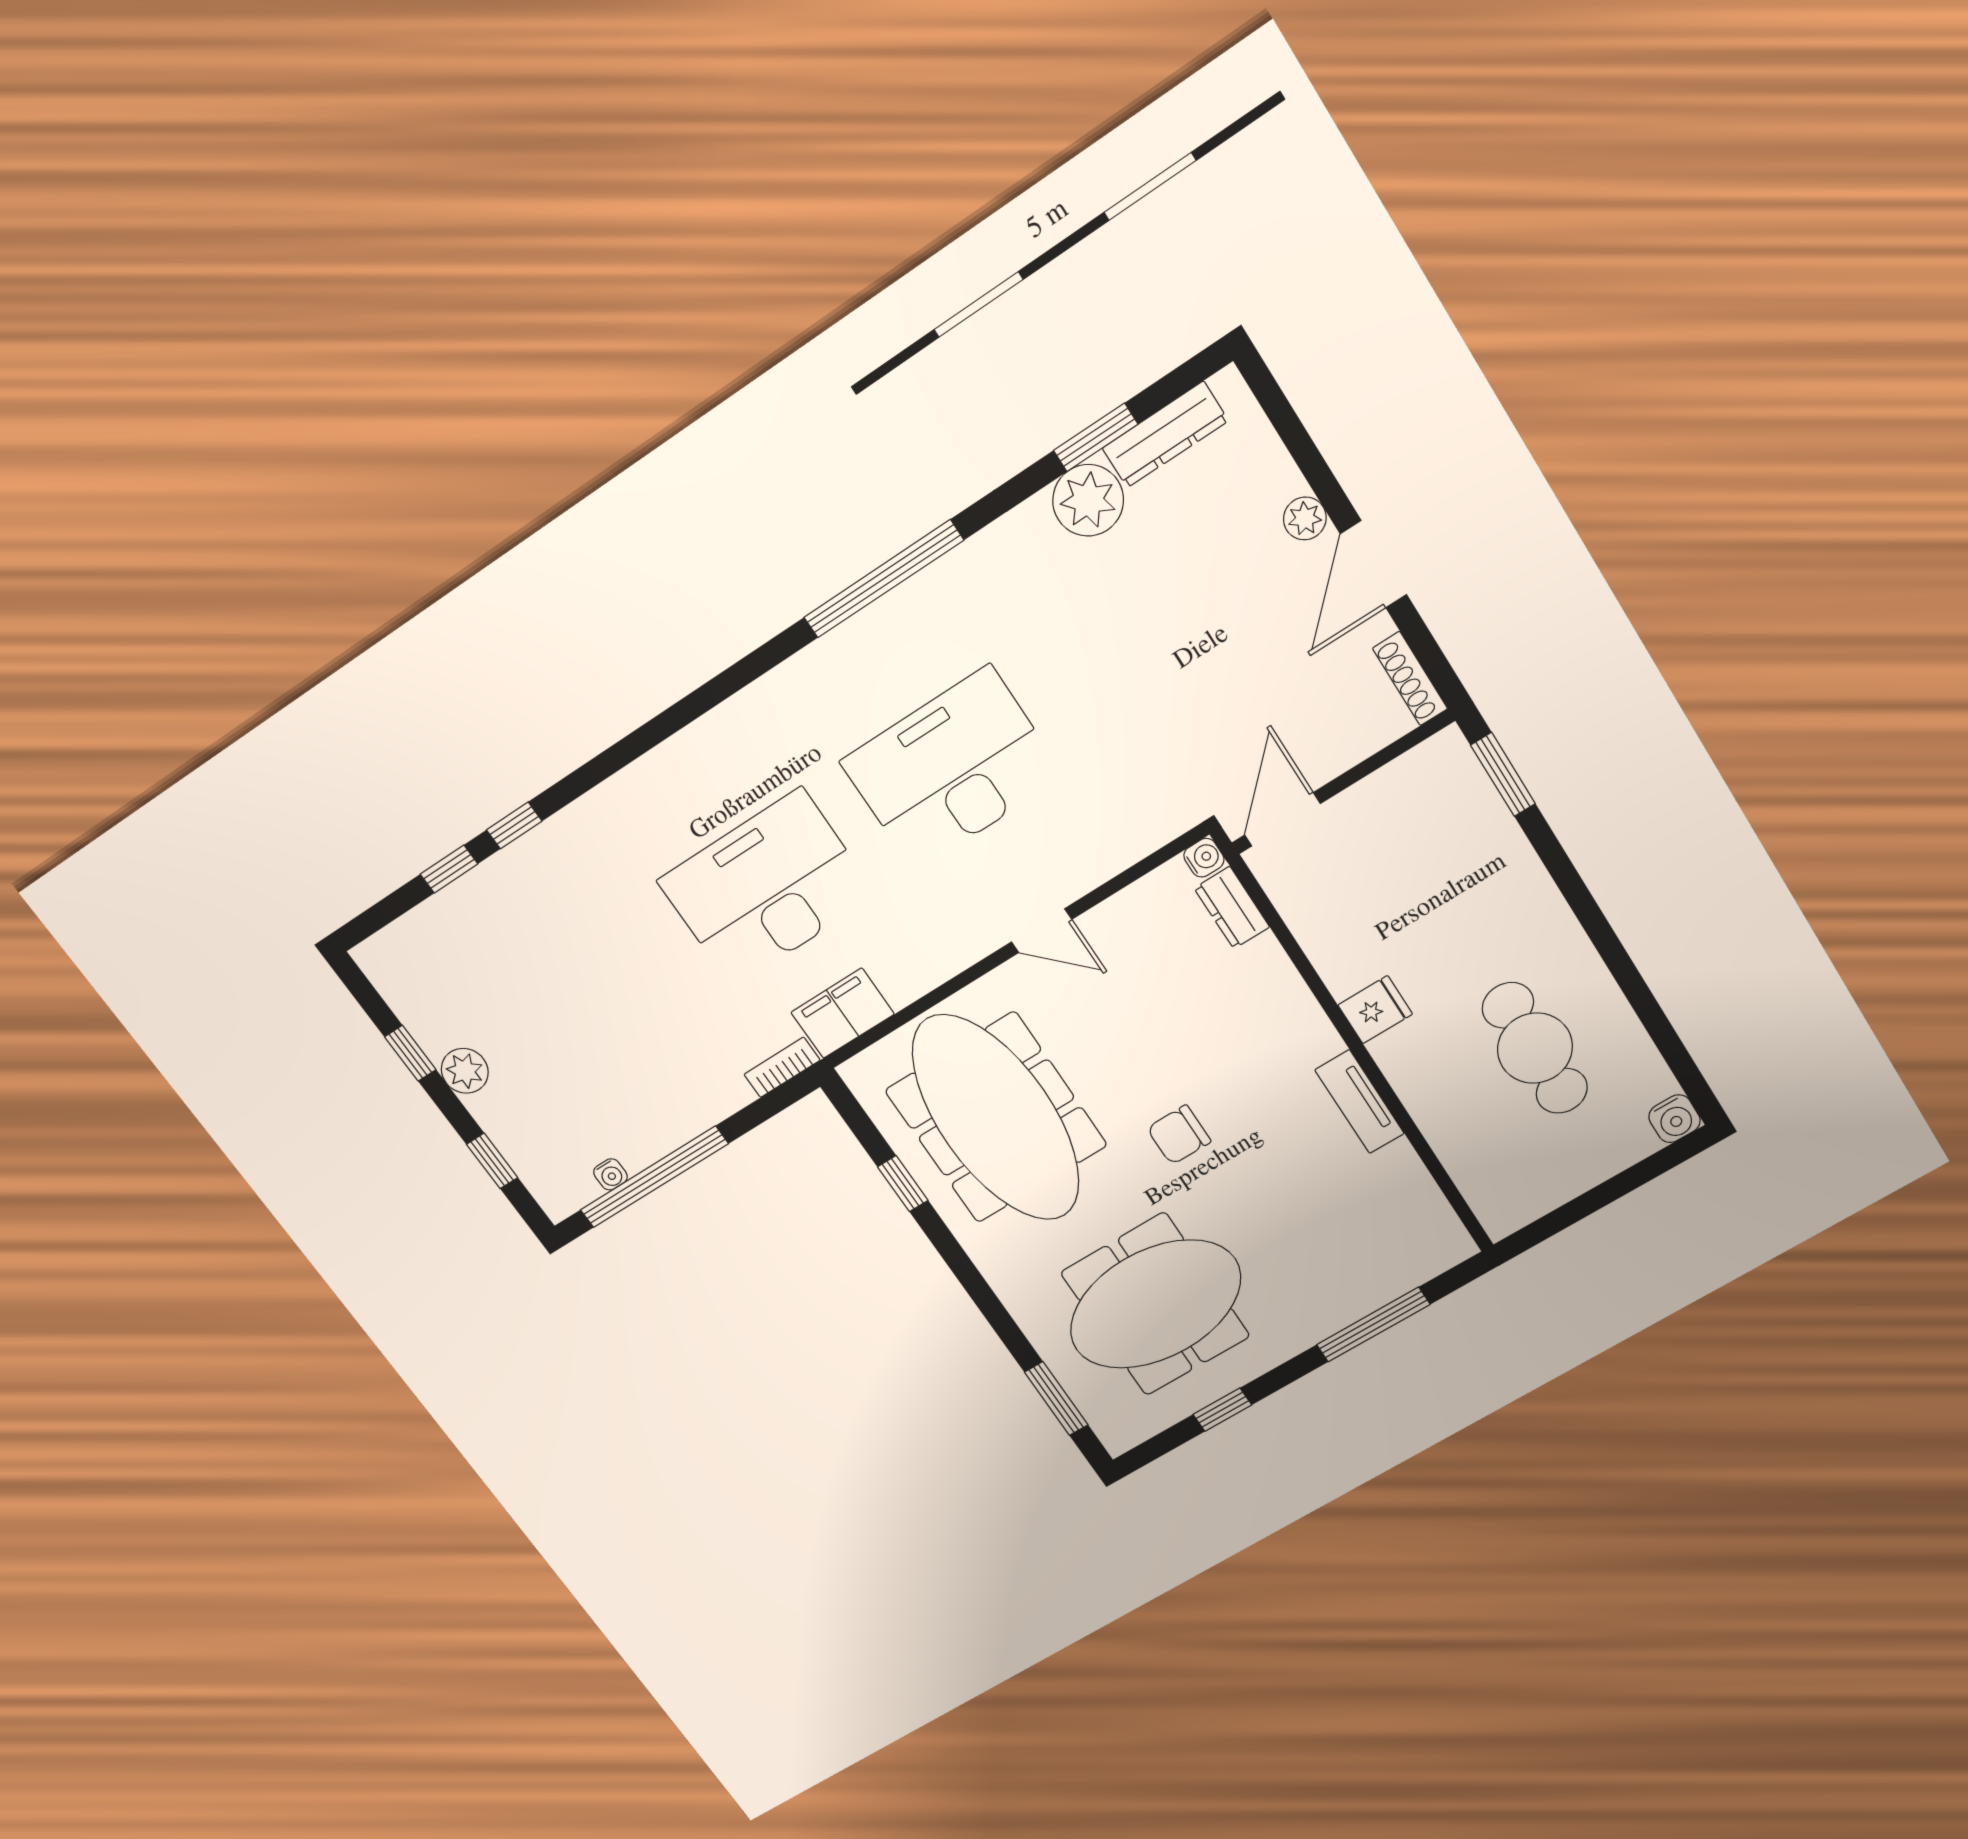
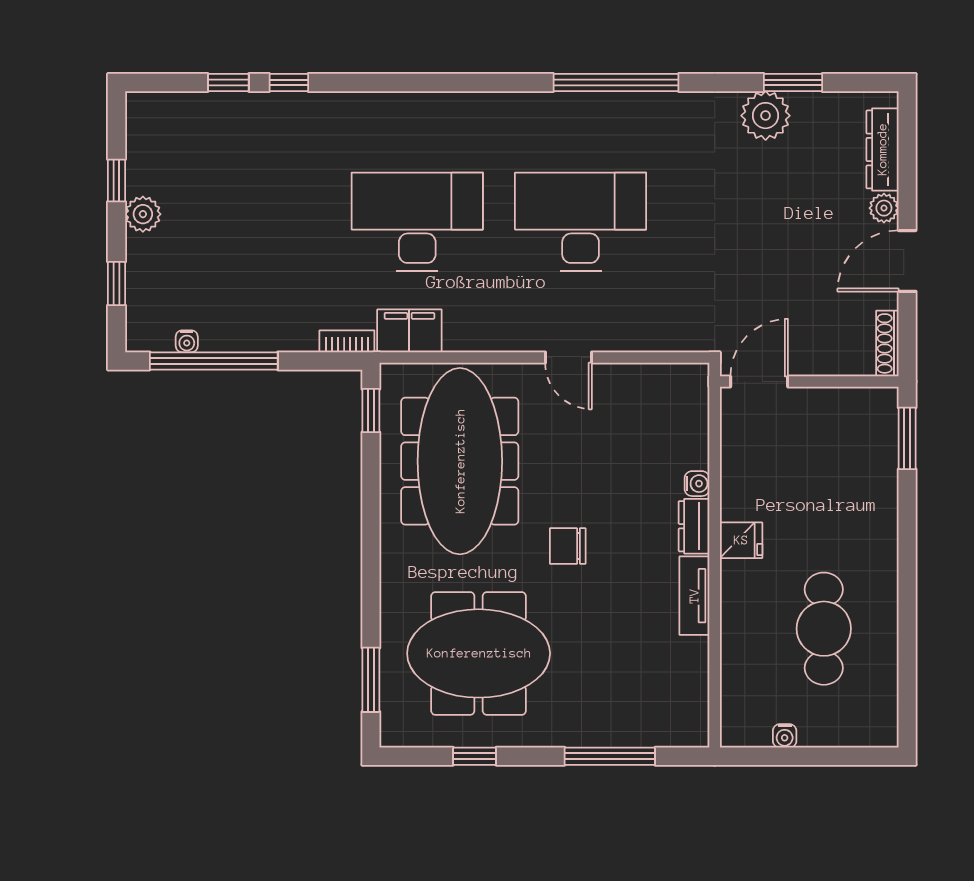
dresser: (1165, 435) -> (882, 149), moved, turned 90
water cooler: (1204, 858) -> (697, 484), moved
dresser: (1232, 908) -> (694, 526), moved
water cooler: (1675, 1119) -> (785, 736), moved, width x0.72, depth x0.72
window: (903, 1184) -> (371, 411), moved

